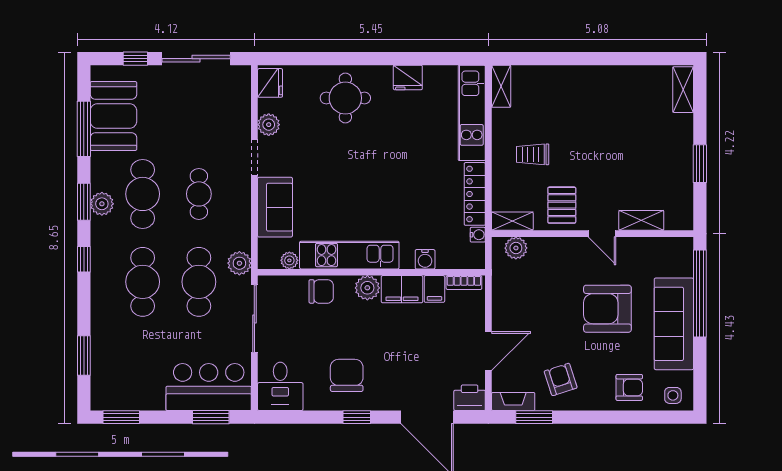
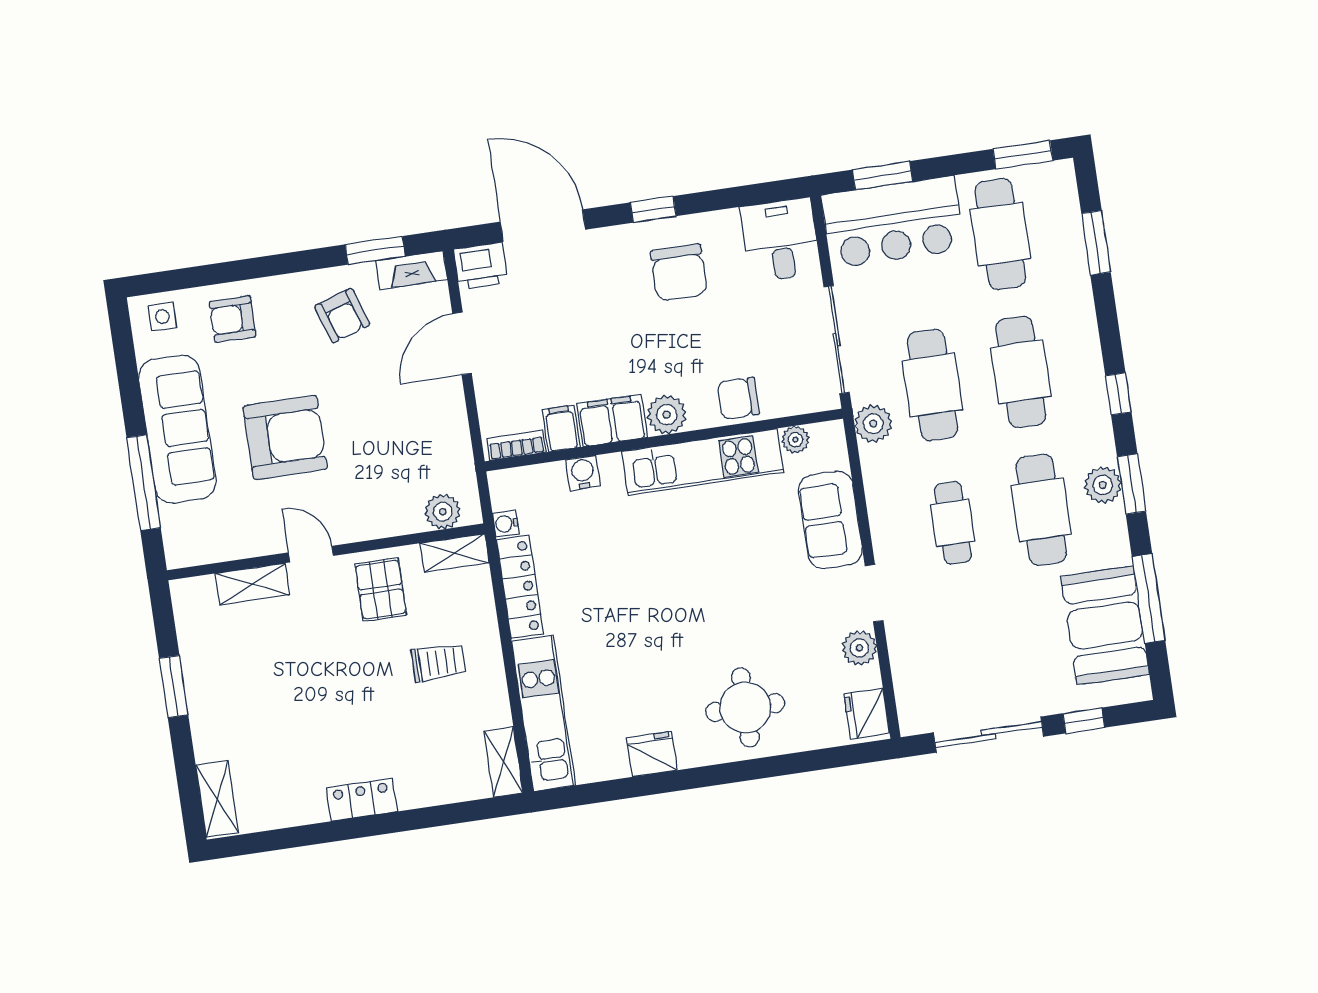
locker: (593, 76) -> (362, 800), added
window: (700, 294) -> (144, 483), width x0.68
cafe table: (143, 370) -> (1000, 234), added

